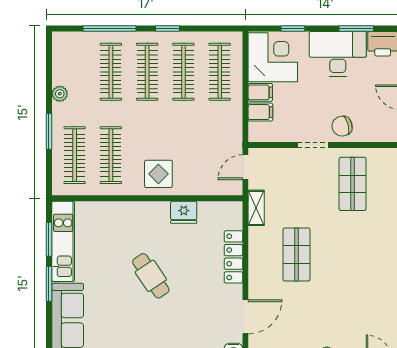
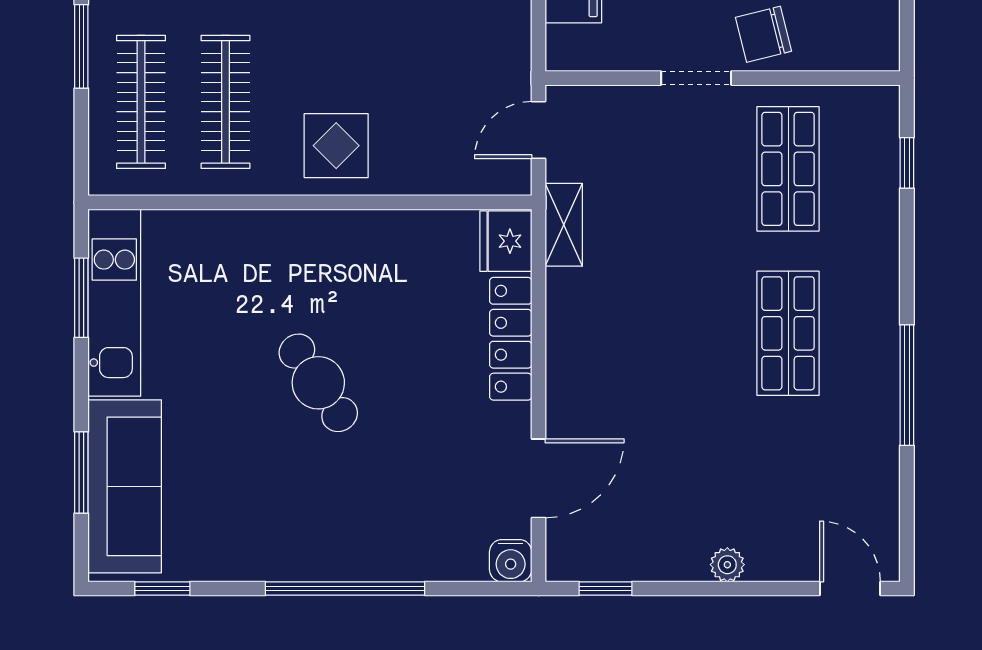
fridge: (184, 212) -> (506, 241), moved, turned 90
shop shelf: (296, 255) -> (788, 333), moved
window: (49, 284) -> (81, 473), moved

